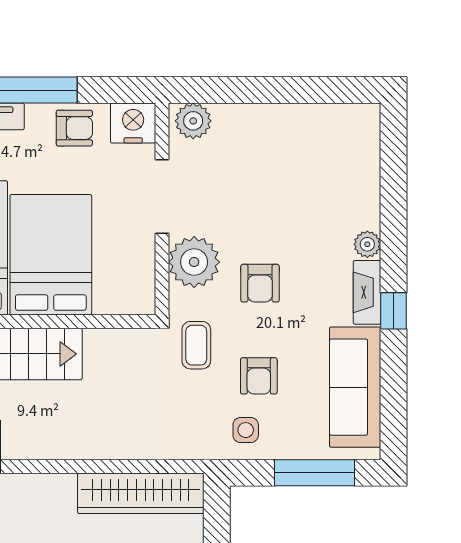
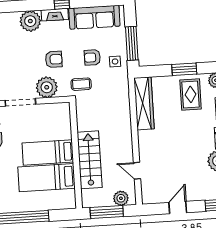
plant: (367, 244) -> (30, 21), width x1.87, depth x1.87
bed: (51, 255) -> (48, 153), width x0.67
armchair: (259, 376) -> (92, 57), turned 180
window: (314, 473) -> (132, 43), moved

